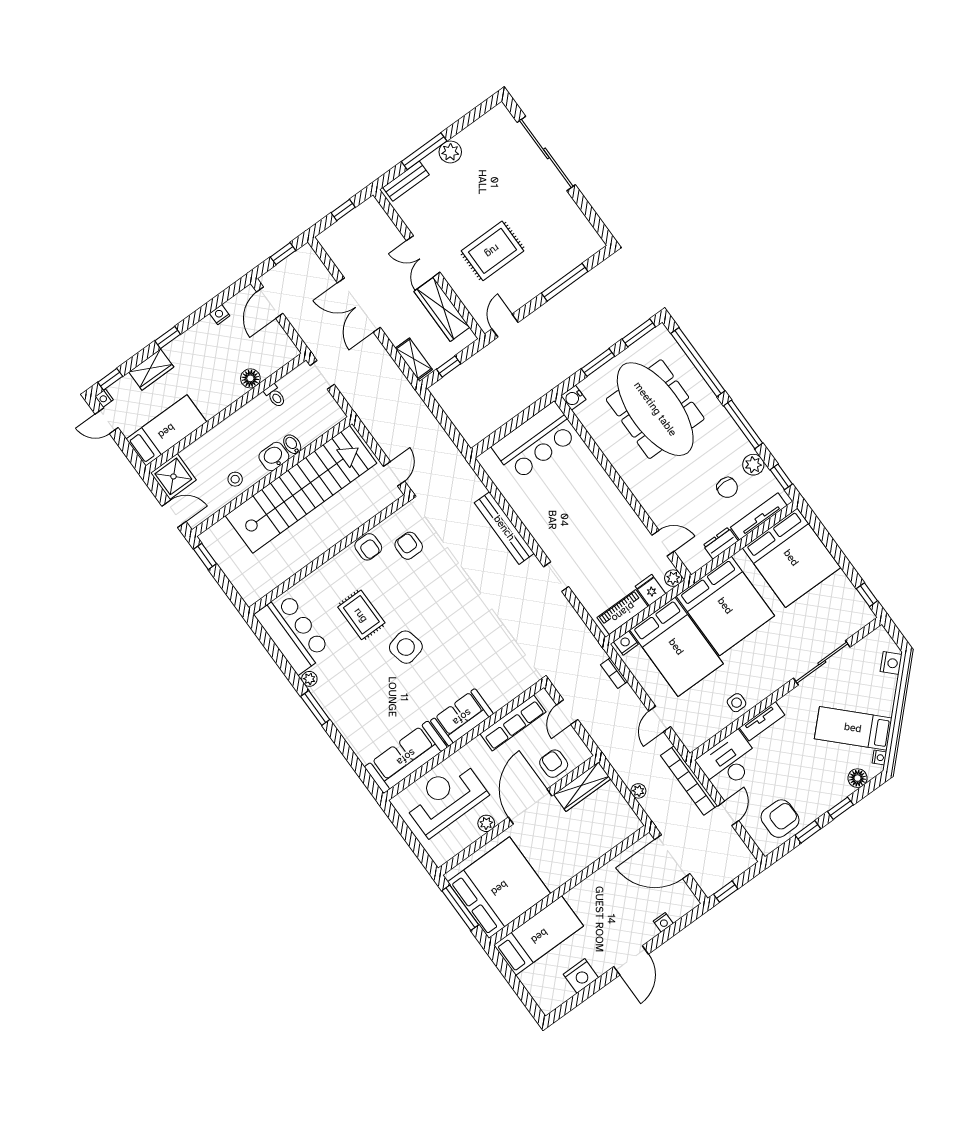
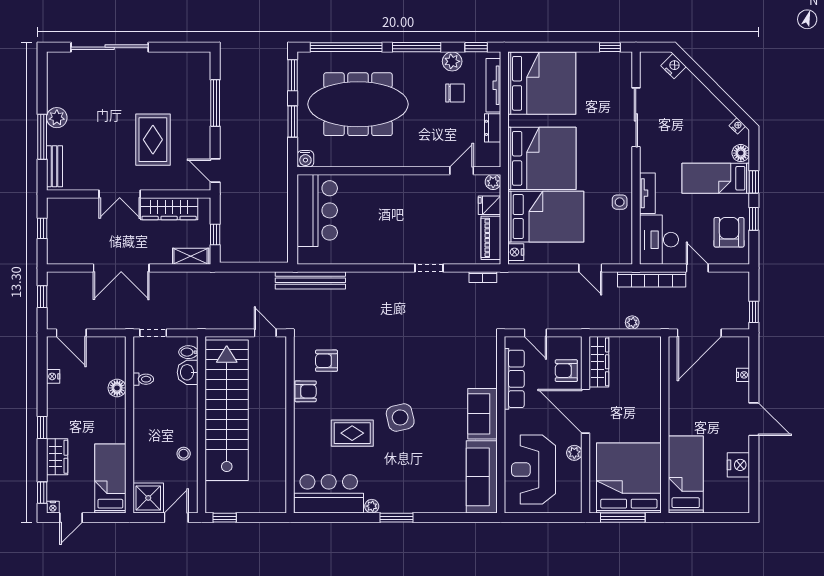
bidet: (292, 444) -> (188, 352), moved
washbasin: (274, 457) -> (188, 372), moved
bench: (504, 528) -> (310, 280), moved
bookcase: (614, 673) -> (483, 277), moved
bed: (853, 728) -> (716, 178), moved, turned 45

